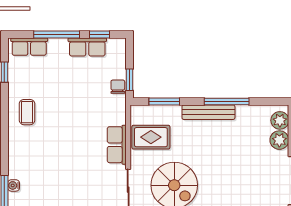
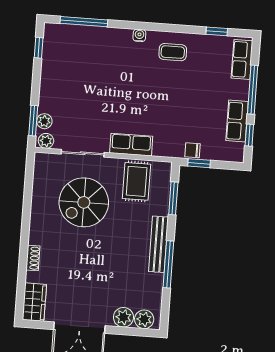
chair: (118, 87) -> (193, 150), turned 180
water cooler: (14, 185) -> (139, 35), moved

